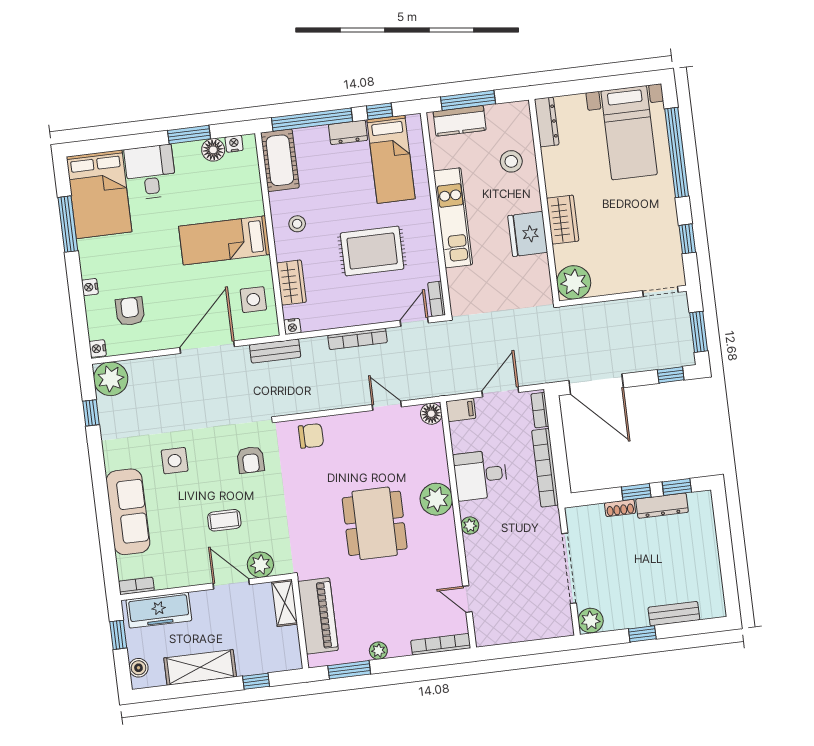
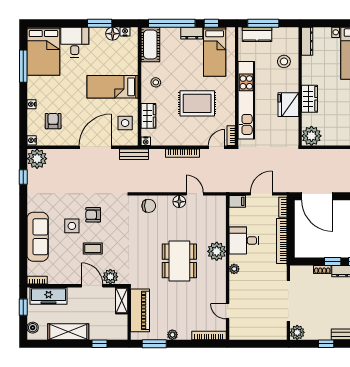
kitchen unit: (453, 218) -> (246, 100), width x1.36
floor lamp: (431, 414) -> (179, 202), moved
armchair: (251, 460) -> (93, 215), moved, turned 90
side table: (175, 461) -> (72, 226), moved

